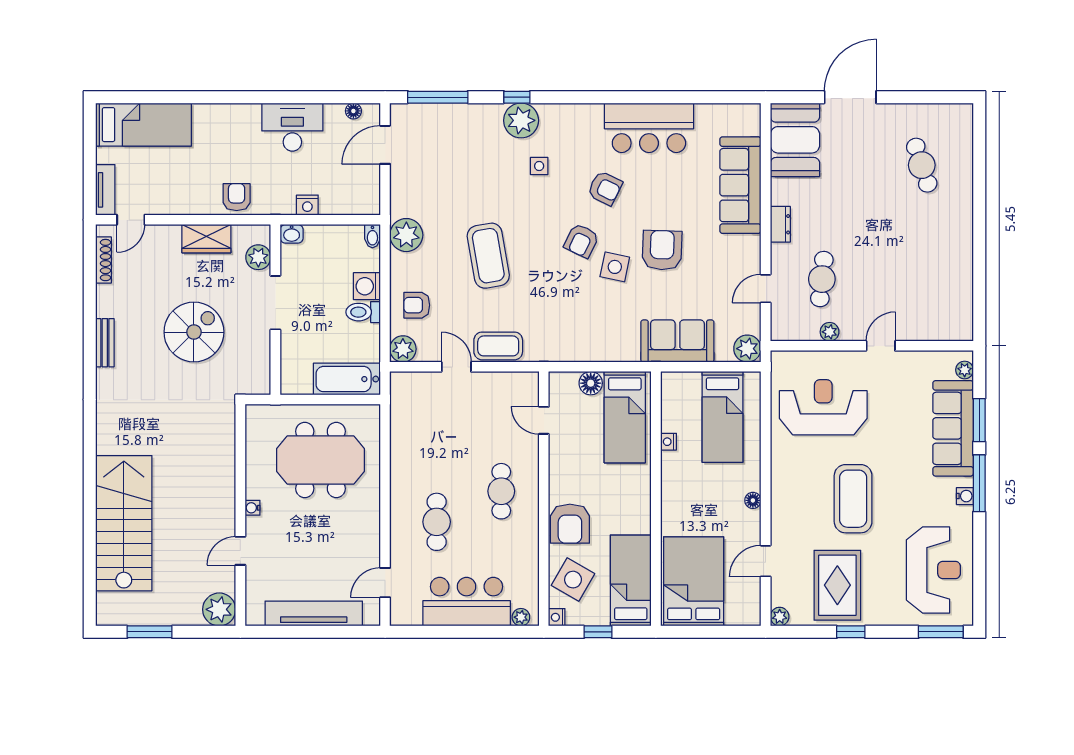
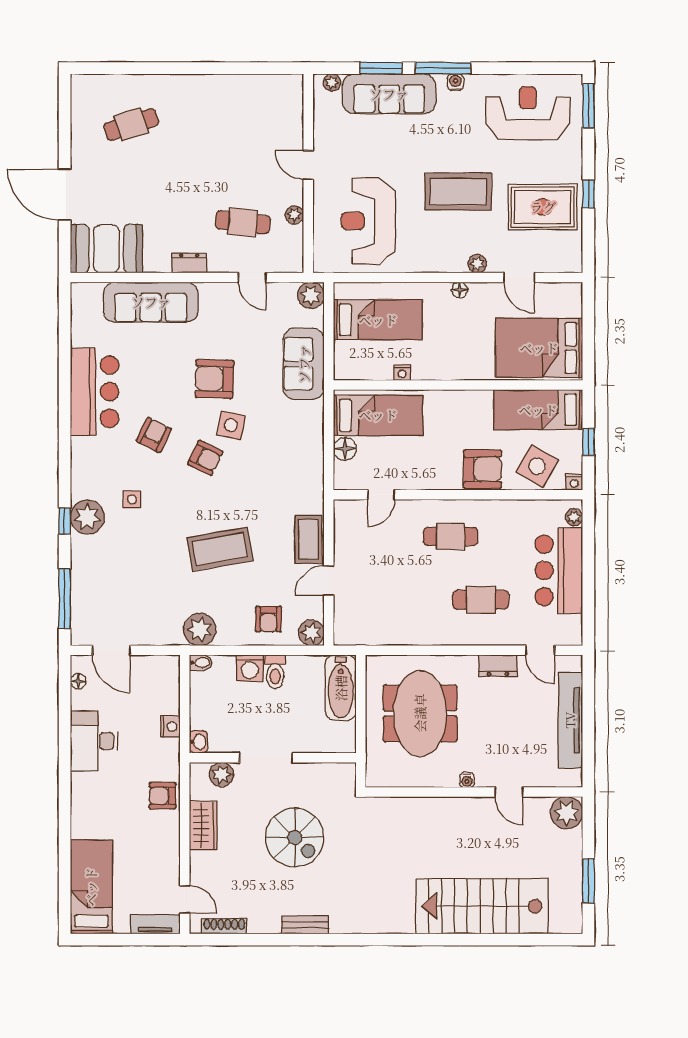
spiral stairs: (194, 332) -> (295, 837), turned 180
dresser: (369, 539) -> (498, 666), added
plant: (780, 617) -> (477, 264), moved

